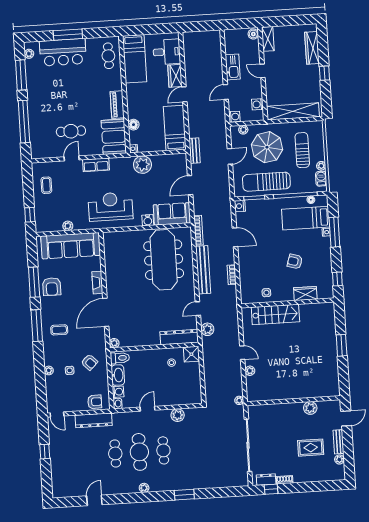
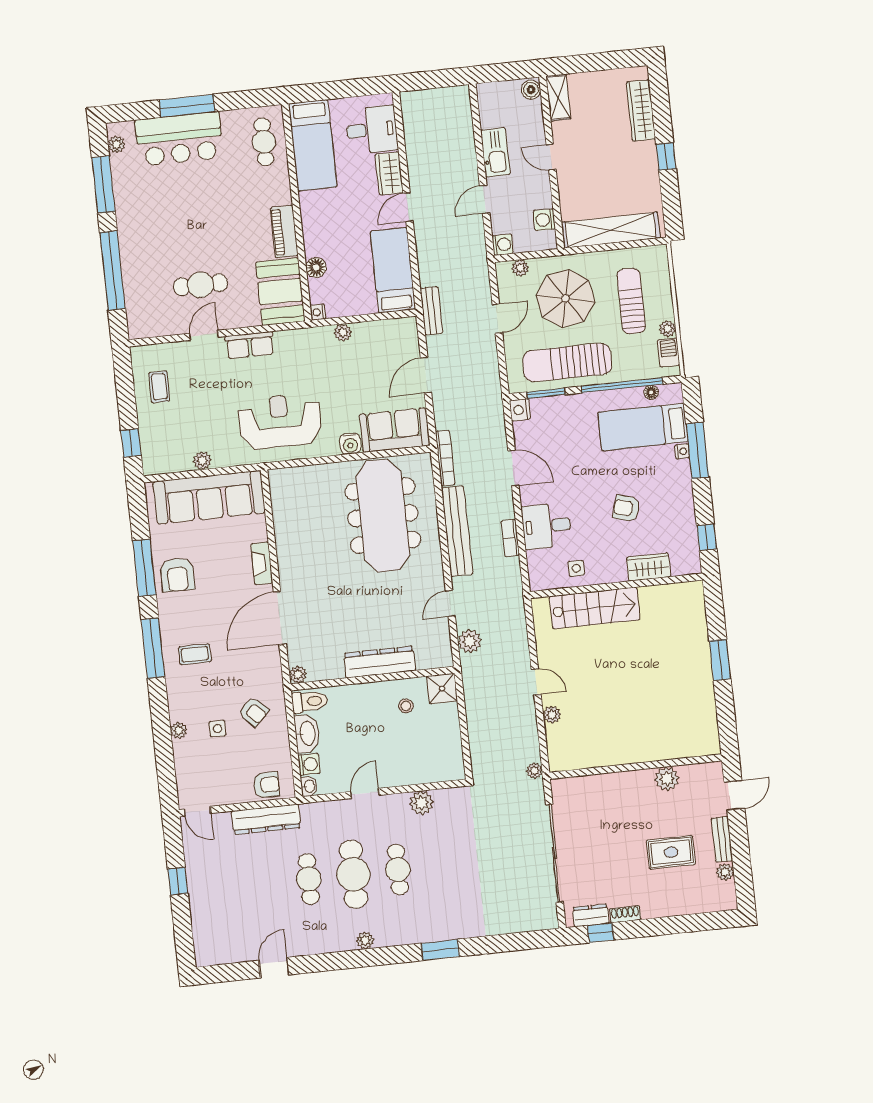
plant: (142, 165) -> (343, 332), width x0.53, depth x0.53
desk: (251, 269) -> (546, 526), added
dresser: (179, 337) -> (380, 662), moved

